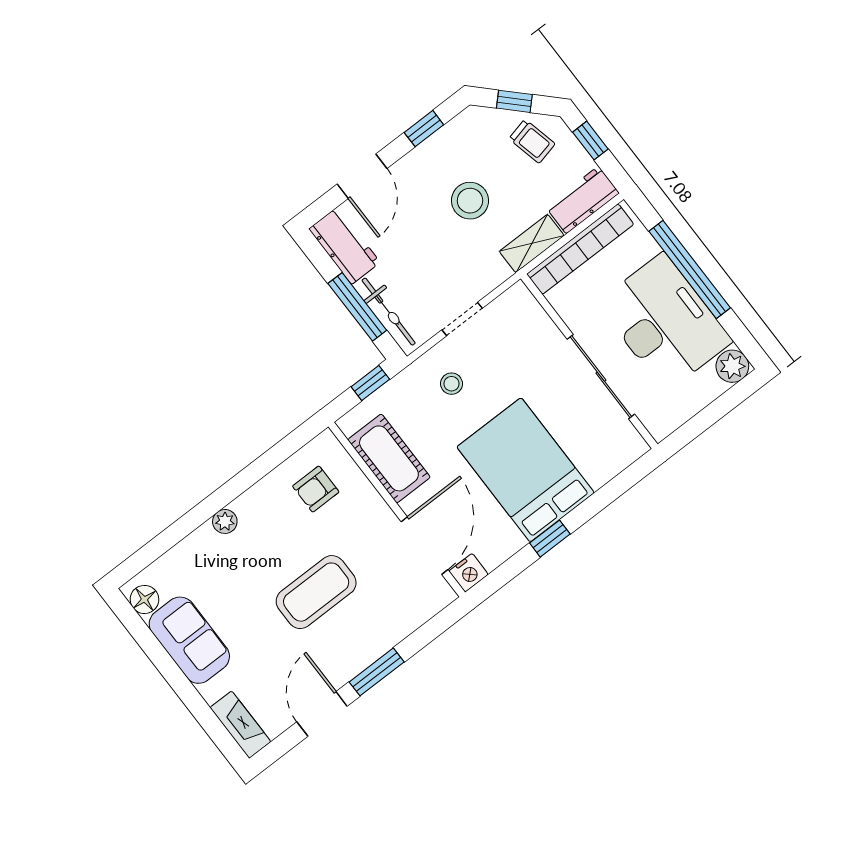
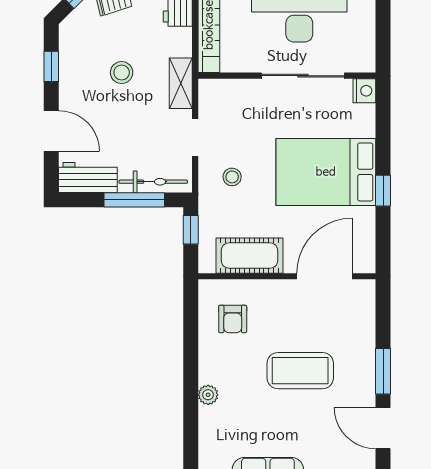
stool: (470, 201) -> (122, 73), width x0.73, depth x0.73
shelving: (532, 243) -> (181, 83), moved
door: (424, 546) -> (324, 276), hinge flipped
nightstand: (469, 573) -> (364, 91), moved
coffee table: (316, 592) -> (300, 371), turned 90

